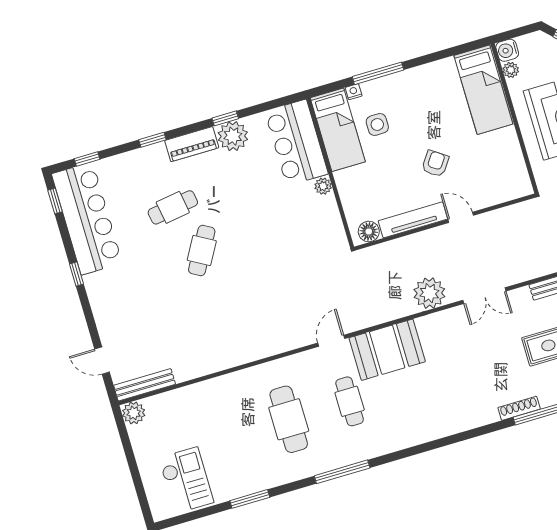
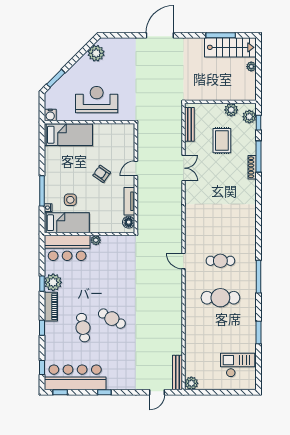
plant: (511, 70) -> (62, 116), removed
tv unit: (413, 220) -> (129, 201), width x0.71
plant: (429, 293) -> (173, 198), removed
booth: (387, 350) -> (198, 231), removed

